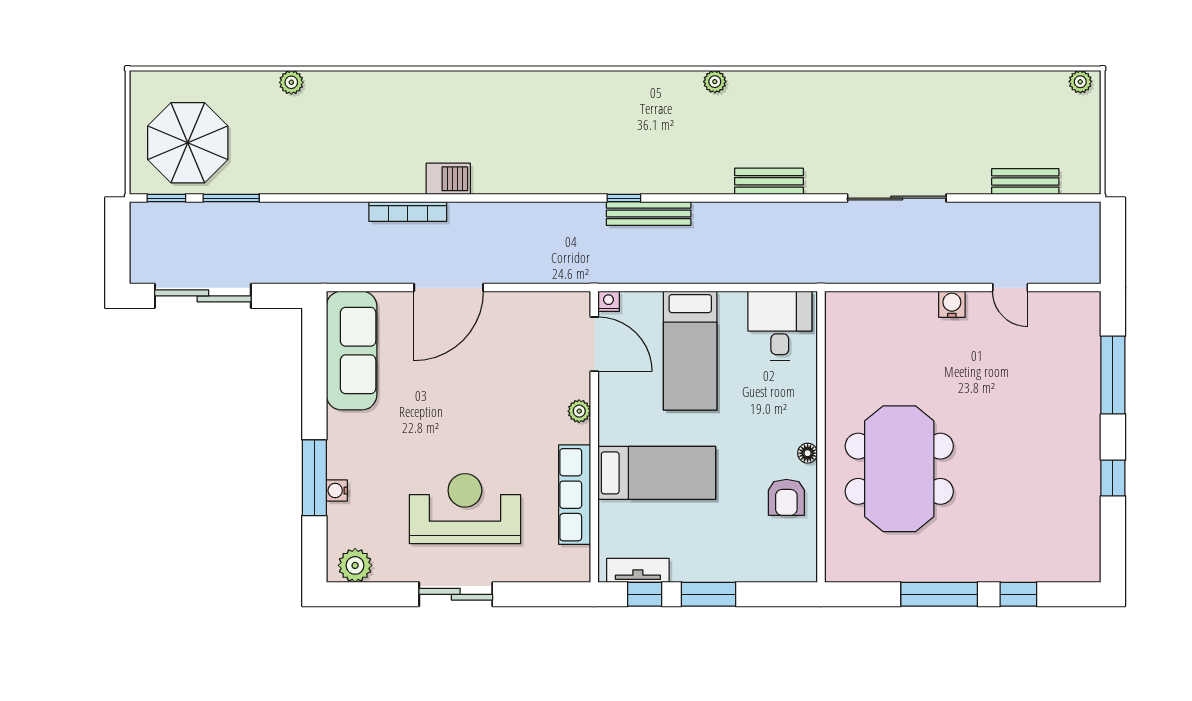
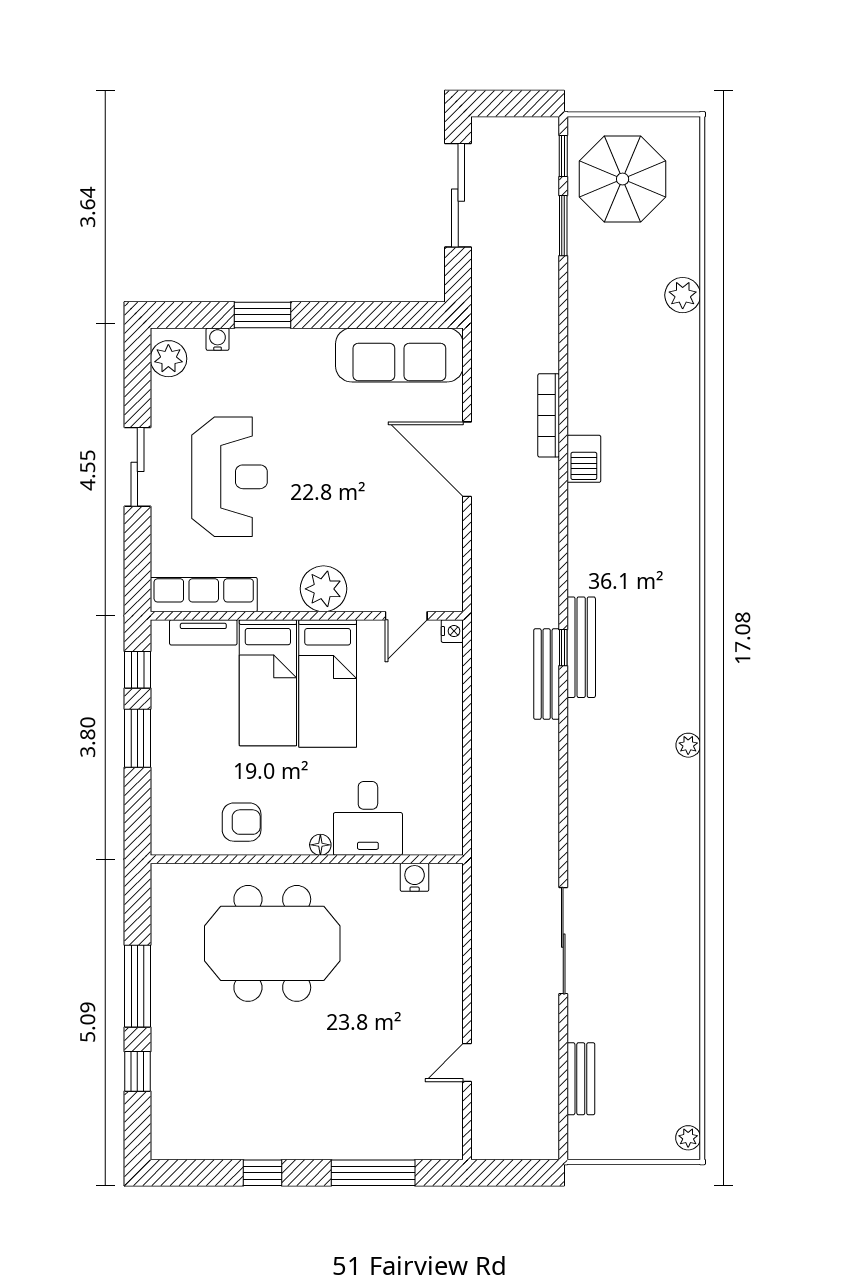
plant: (291, 82) -> (683, 295), width x1.38, depth x1.38
bench: (769, 181) -> (581, 647), moved, width x1.36
water cooler: (952, 304) -> (415, 877), moved, turned -90
desk: (780, 326) -> (368, 818), moved, turned 90
door: (594, 344) -> (406, 616), width x0.73
bed: (690, 351) -> (328, 683), moved, turned -90
plant: (579, 411) -> (323, 589), width x1.88, depth x1.88
floor lamp: (808, 453) -> (320, 845), moved
window: (314, 478) -> (263, 315), width x0.69
water cooler: (337, 491) -> (218, 339), moved
row of seats: (575, 495) -> (204, 595), moved
armchair: (786, 497) -> (242, 822), turned 180
tv unit: (638, 570) -> (203, 632), moved, turned 90

